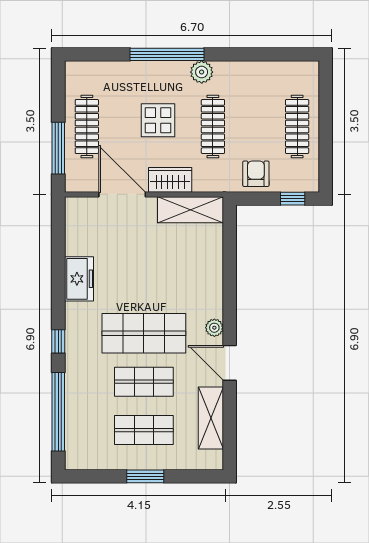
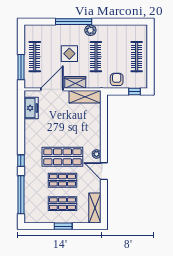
door: (122, 194) -> (52, 89), hinge flipped
freezer: (79, 279) -> (31, 108), moved
shelving: (211, 418) -> (95, 208), moved

